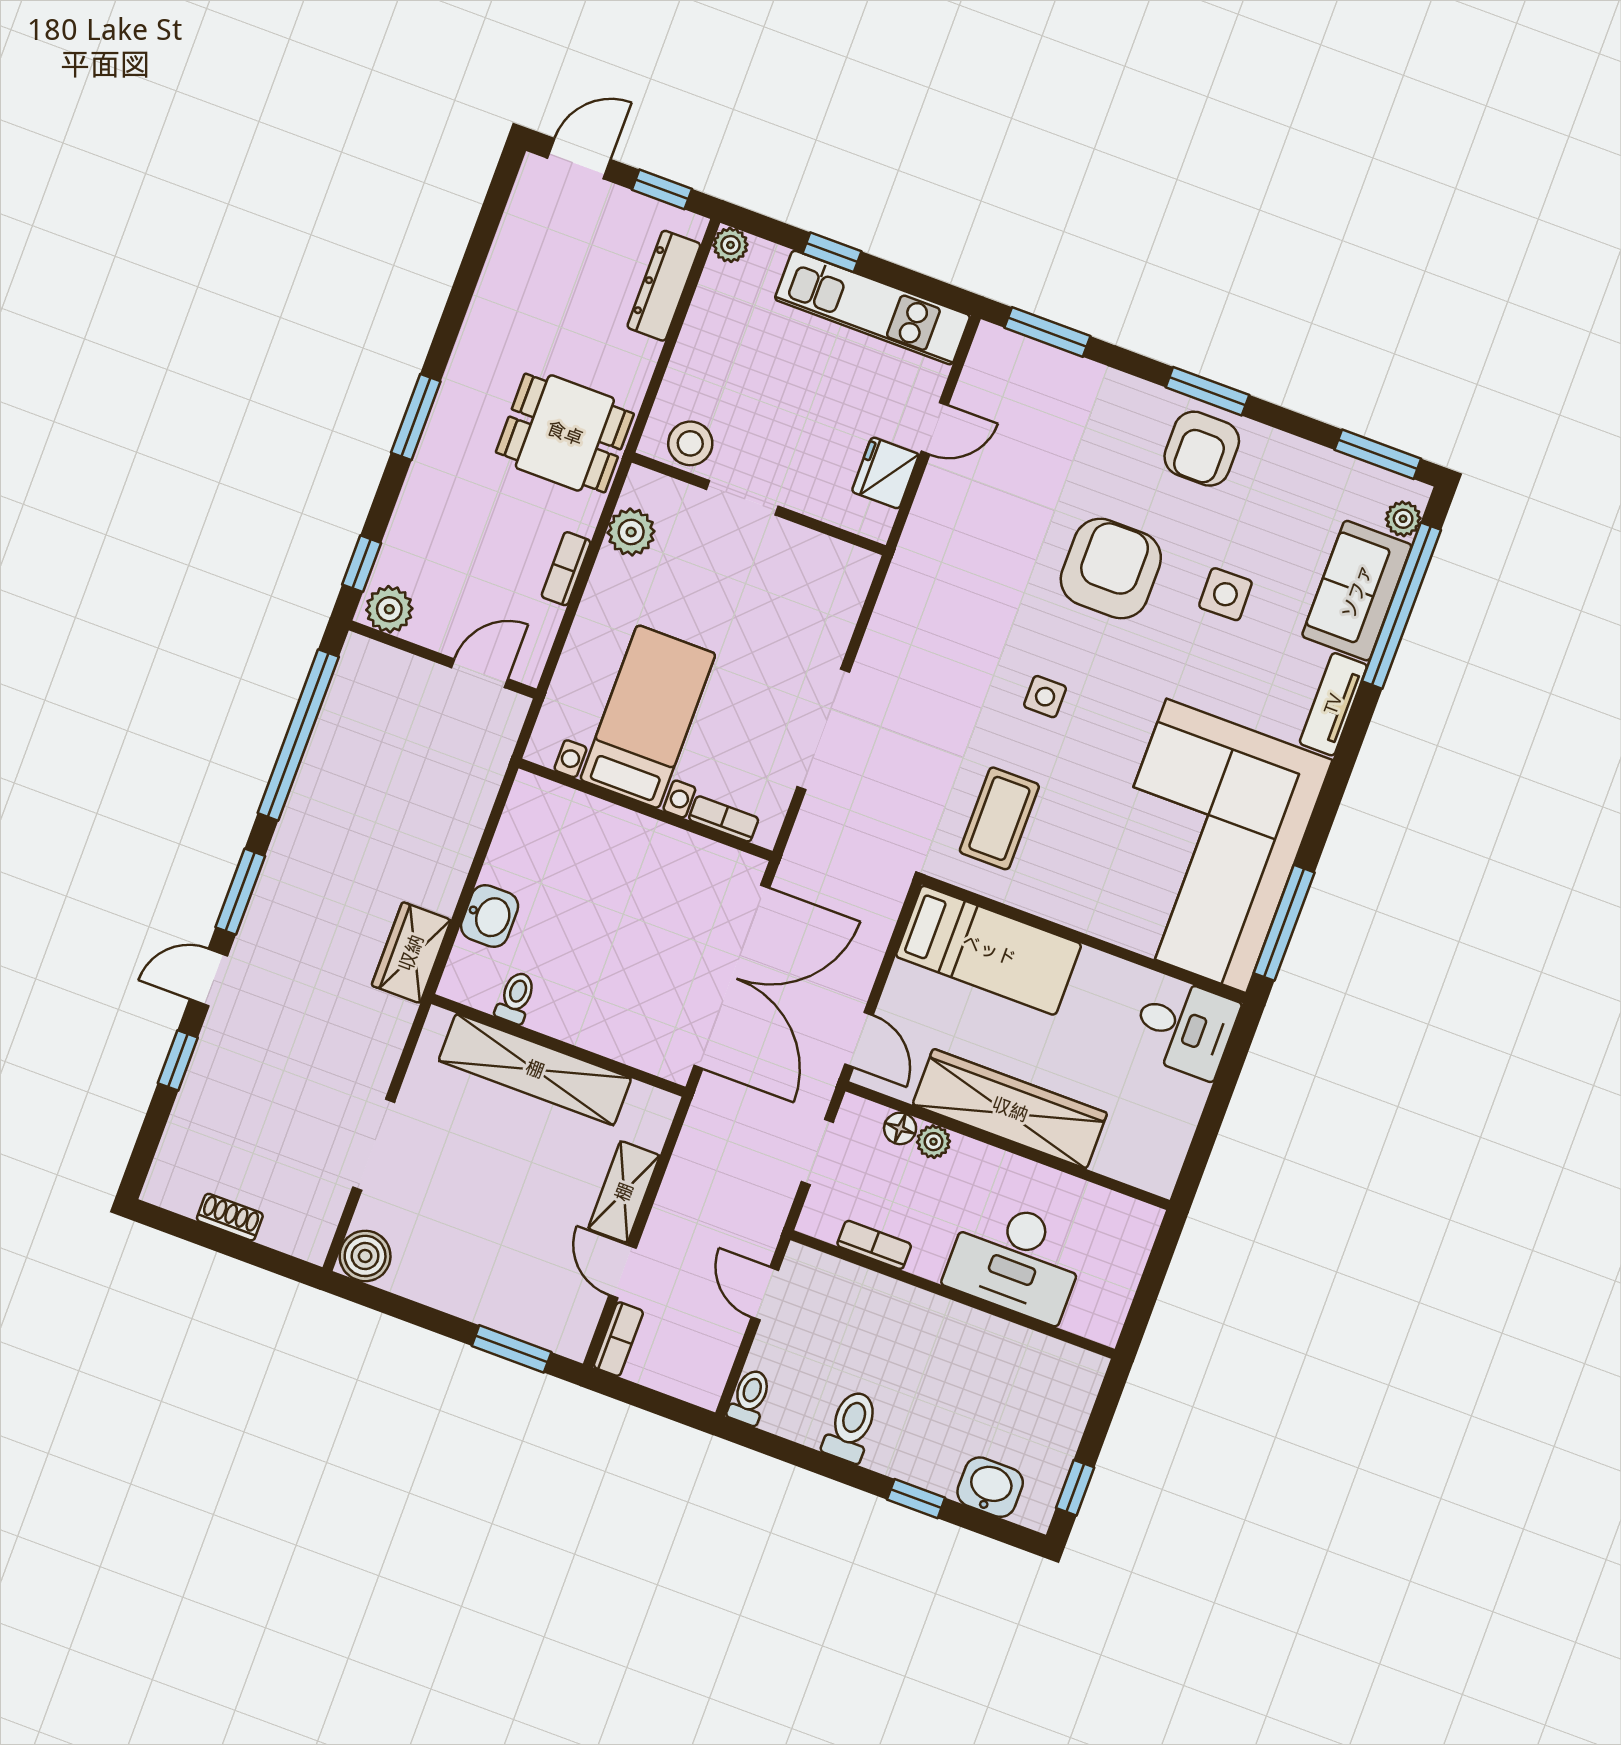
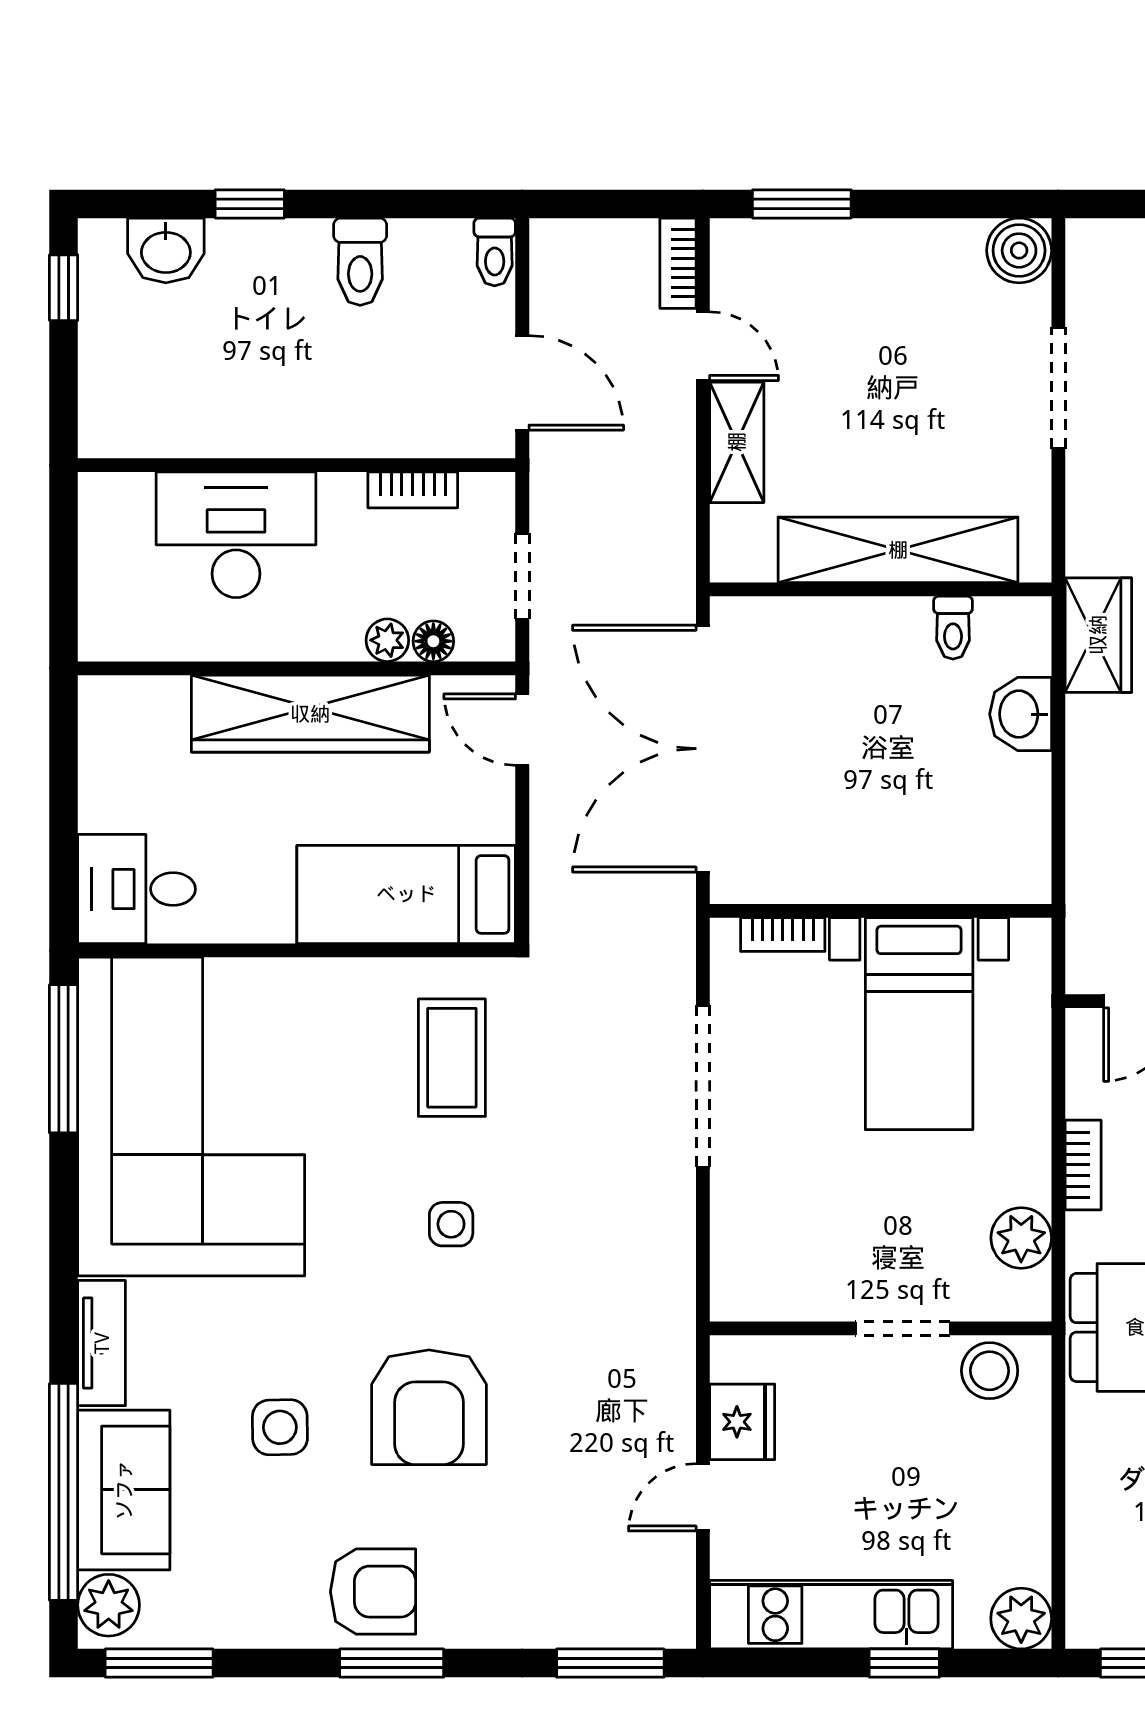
plant: (730, 245) -> (1021, 1619), width x1.38, depth x1.38
dresser: (664, 286) -> (1091, 1548), removed
armchair: (1202, 449) -> (373, 1592), turned 90
plant: (1403, 519) -> (109, 1605), width x1.38, depth x1.38
door: (765, 1294) -> (522, 383), width x1.38

